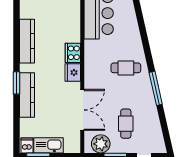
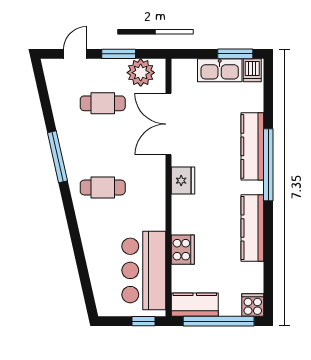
cooker: (73, 53) -> (183, 250), moved
window: (16, 83) -> (268, 165), width x2.11
cafe table: (126, 124) -> (103, 103), turned 90

